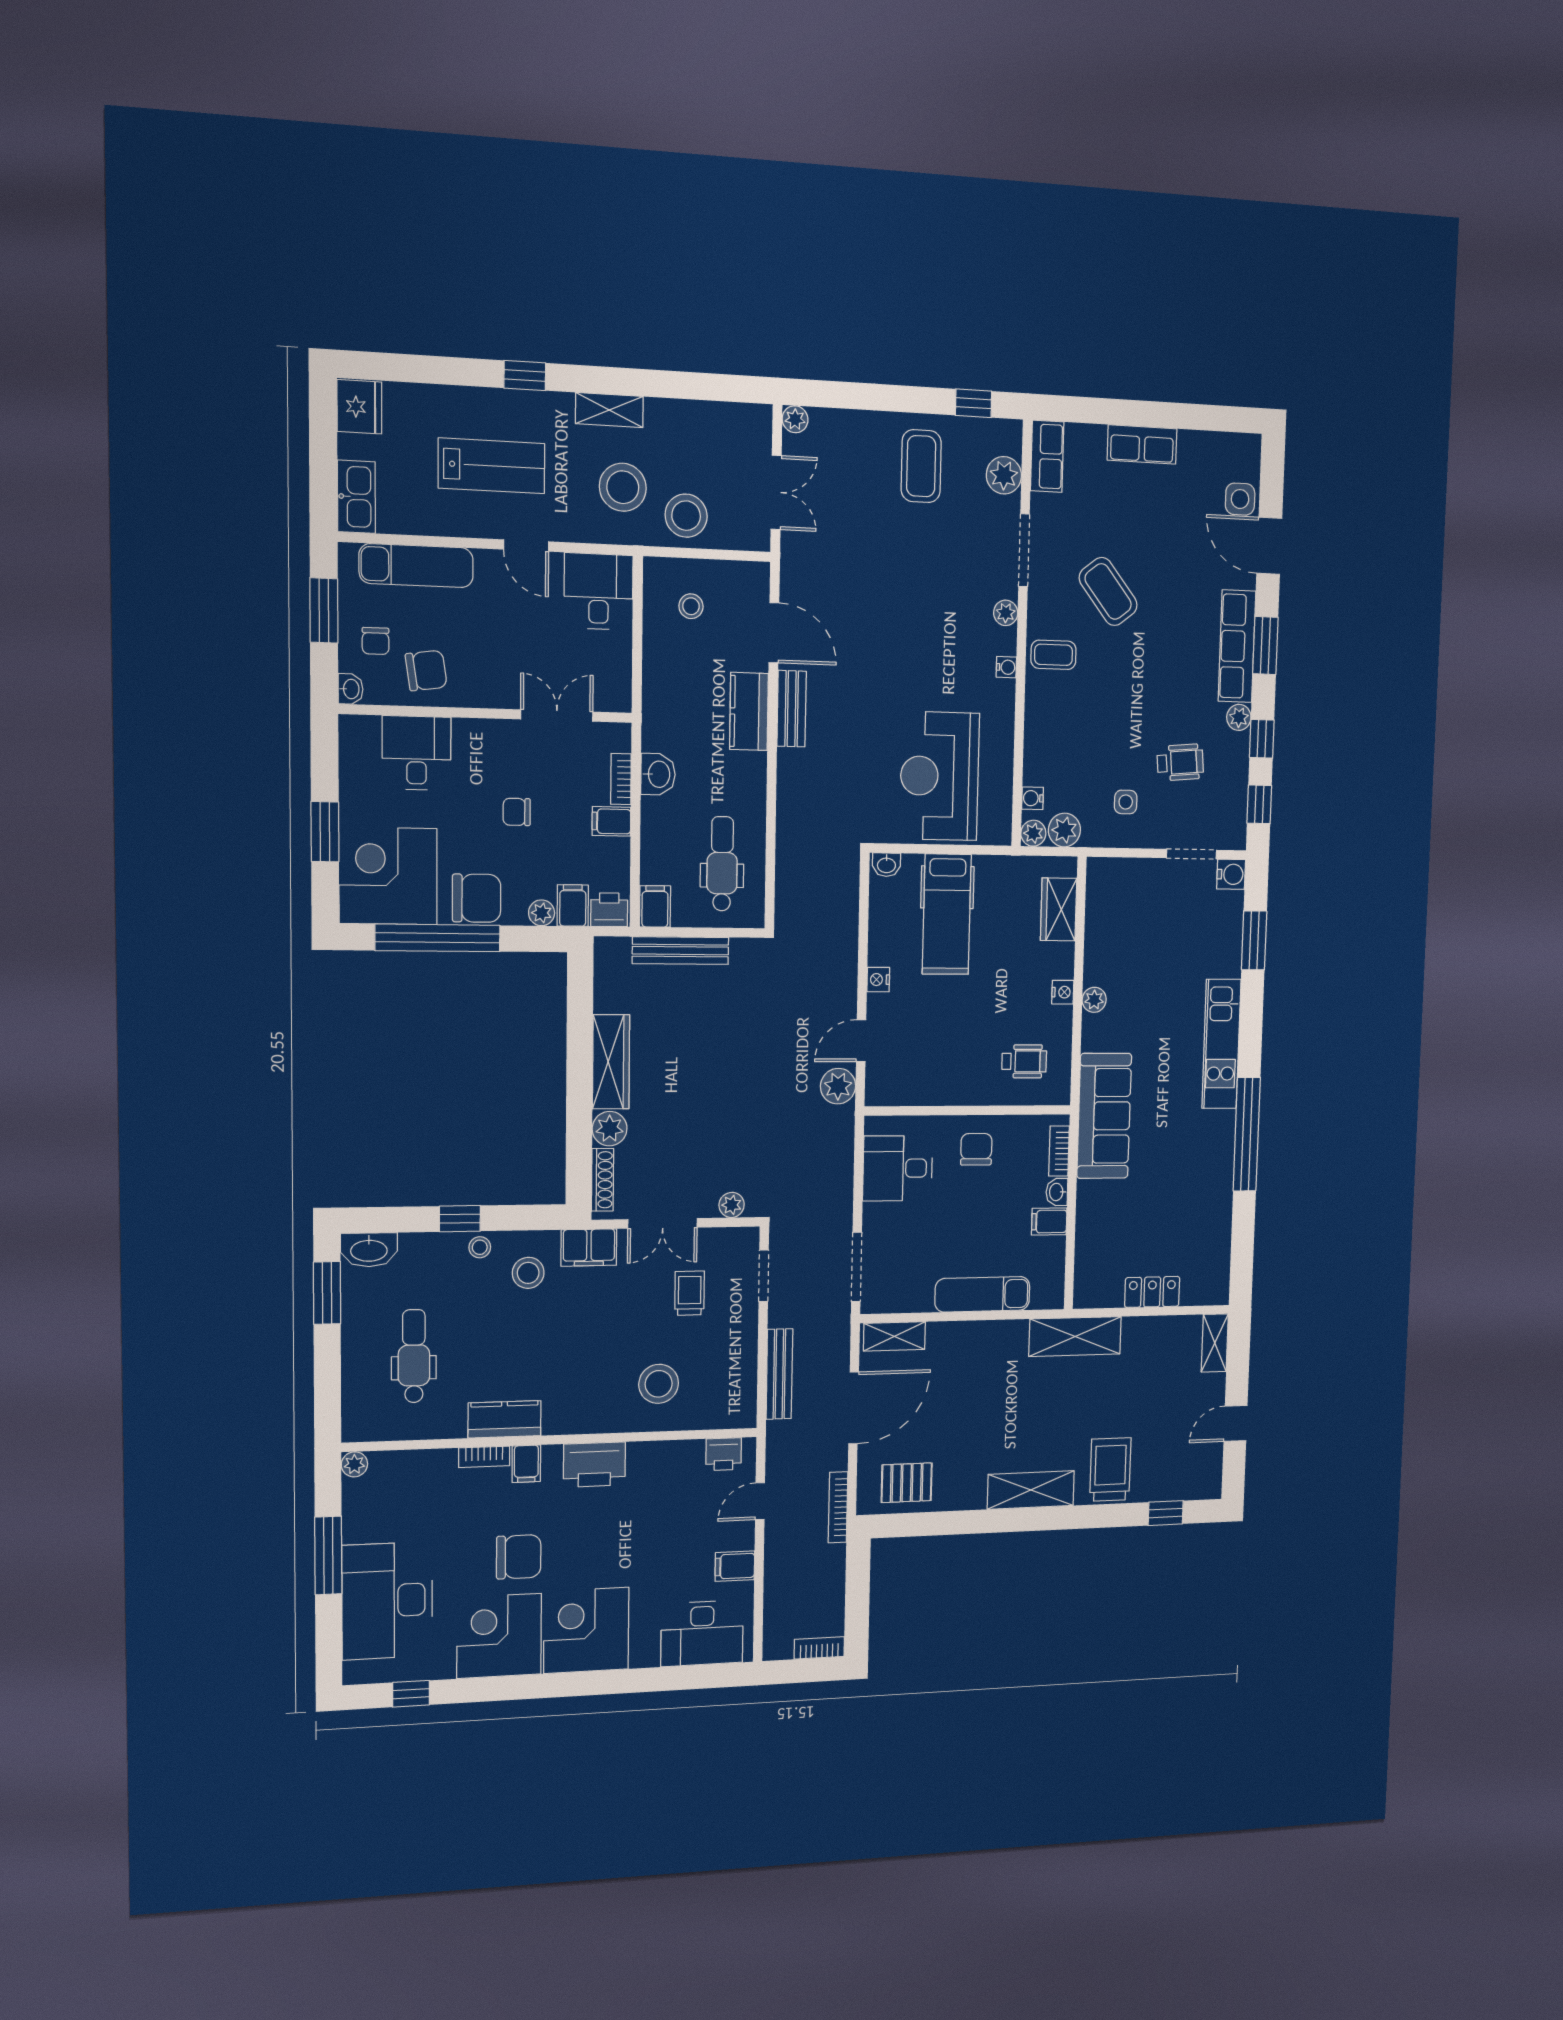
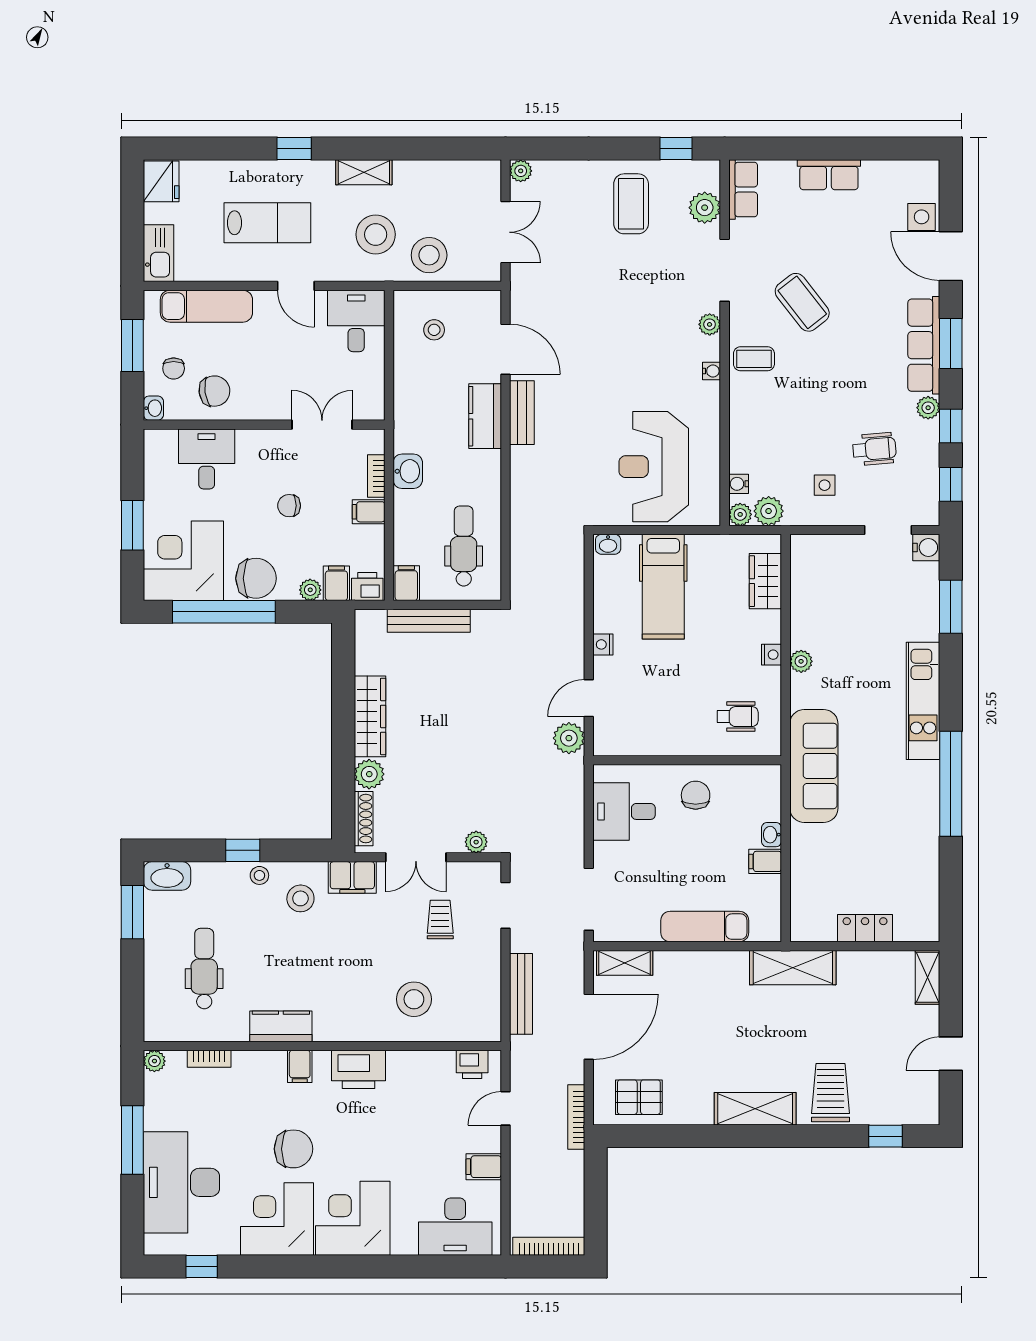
bookcase: (1059, 1151) -> (772, 797), removed
bookcase: (484, 1457) -> (209, 1059), moved
bookcase: (819, 1648) -> (549, 1246), width x1.56

